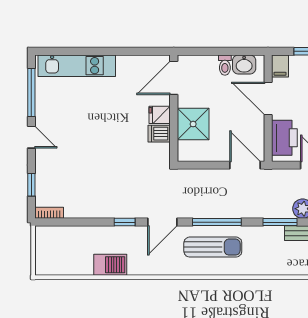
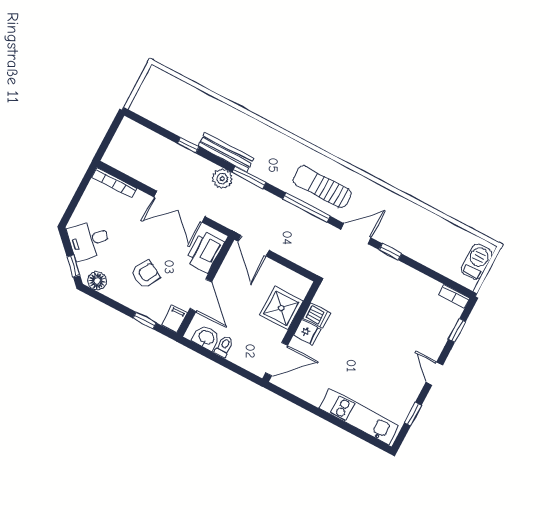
window: (31, 92) -> (413, 414), width x0.46
barbecue: (110, 265) -> (477, 262), moved, turned 90

